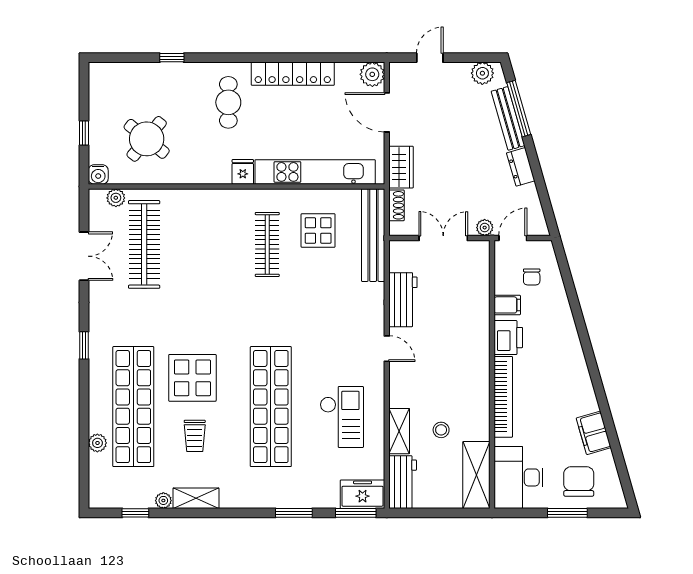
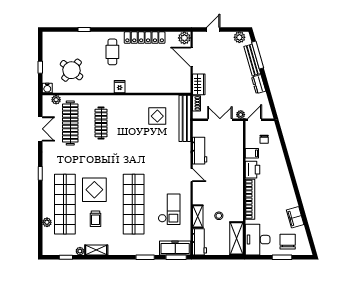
kitchen unit: (315, 172) -> (156, 87), removed
clothes rail: (267, 244) -> (101, 123), moved
freezer: (363, 494) -> (175, 248), width x1.40

